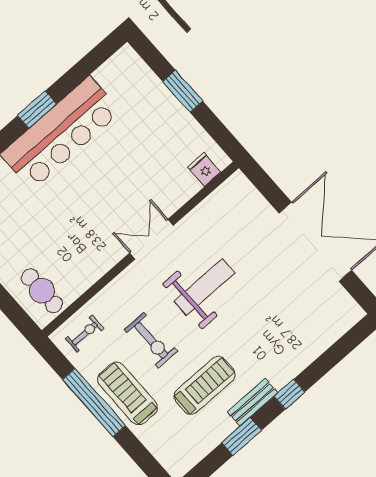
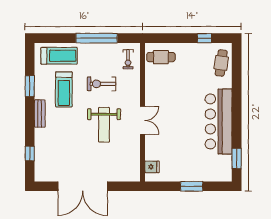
window: (37, 110) -> (237, 159), moved
treadmill: (127, 393) -> (59, 56), moved
window: (290, 394) -> (30, 153), moved
bench: (253, 402) -> (40, 114), moved

